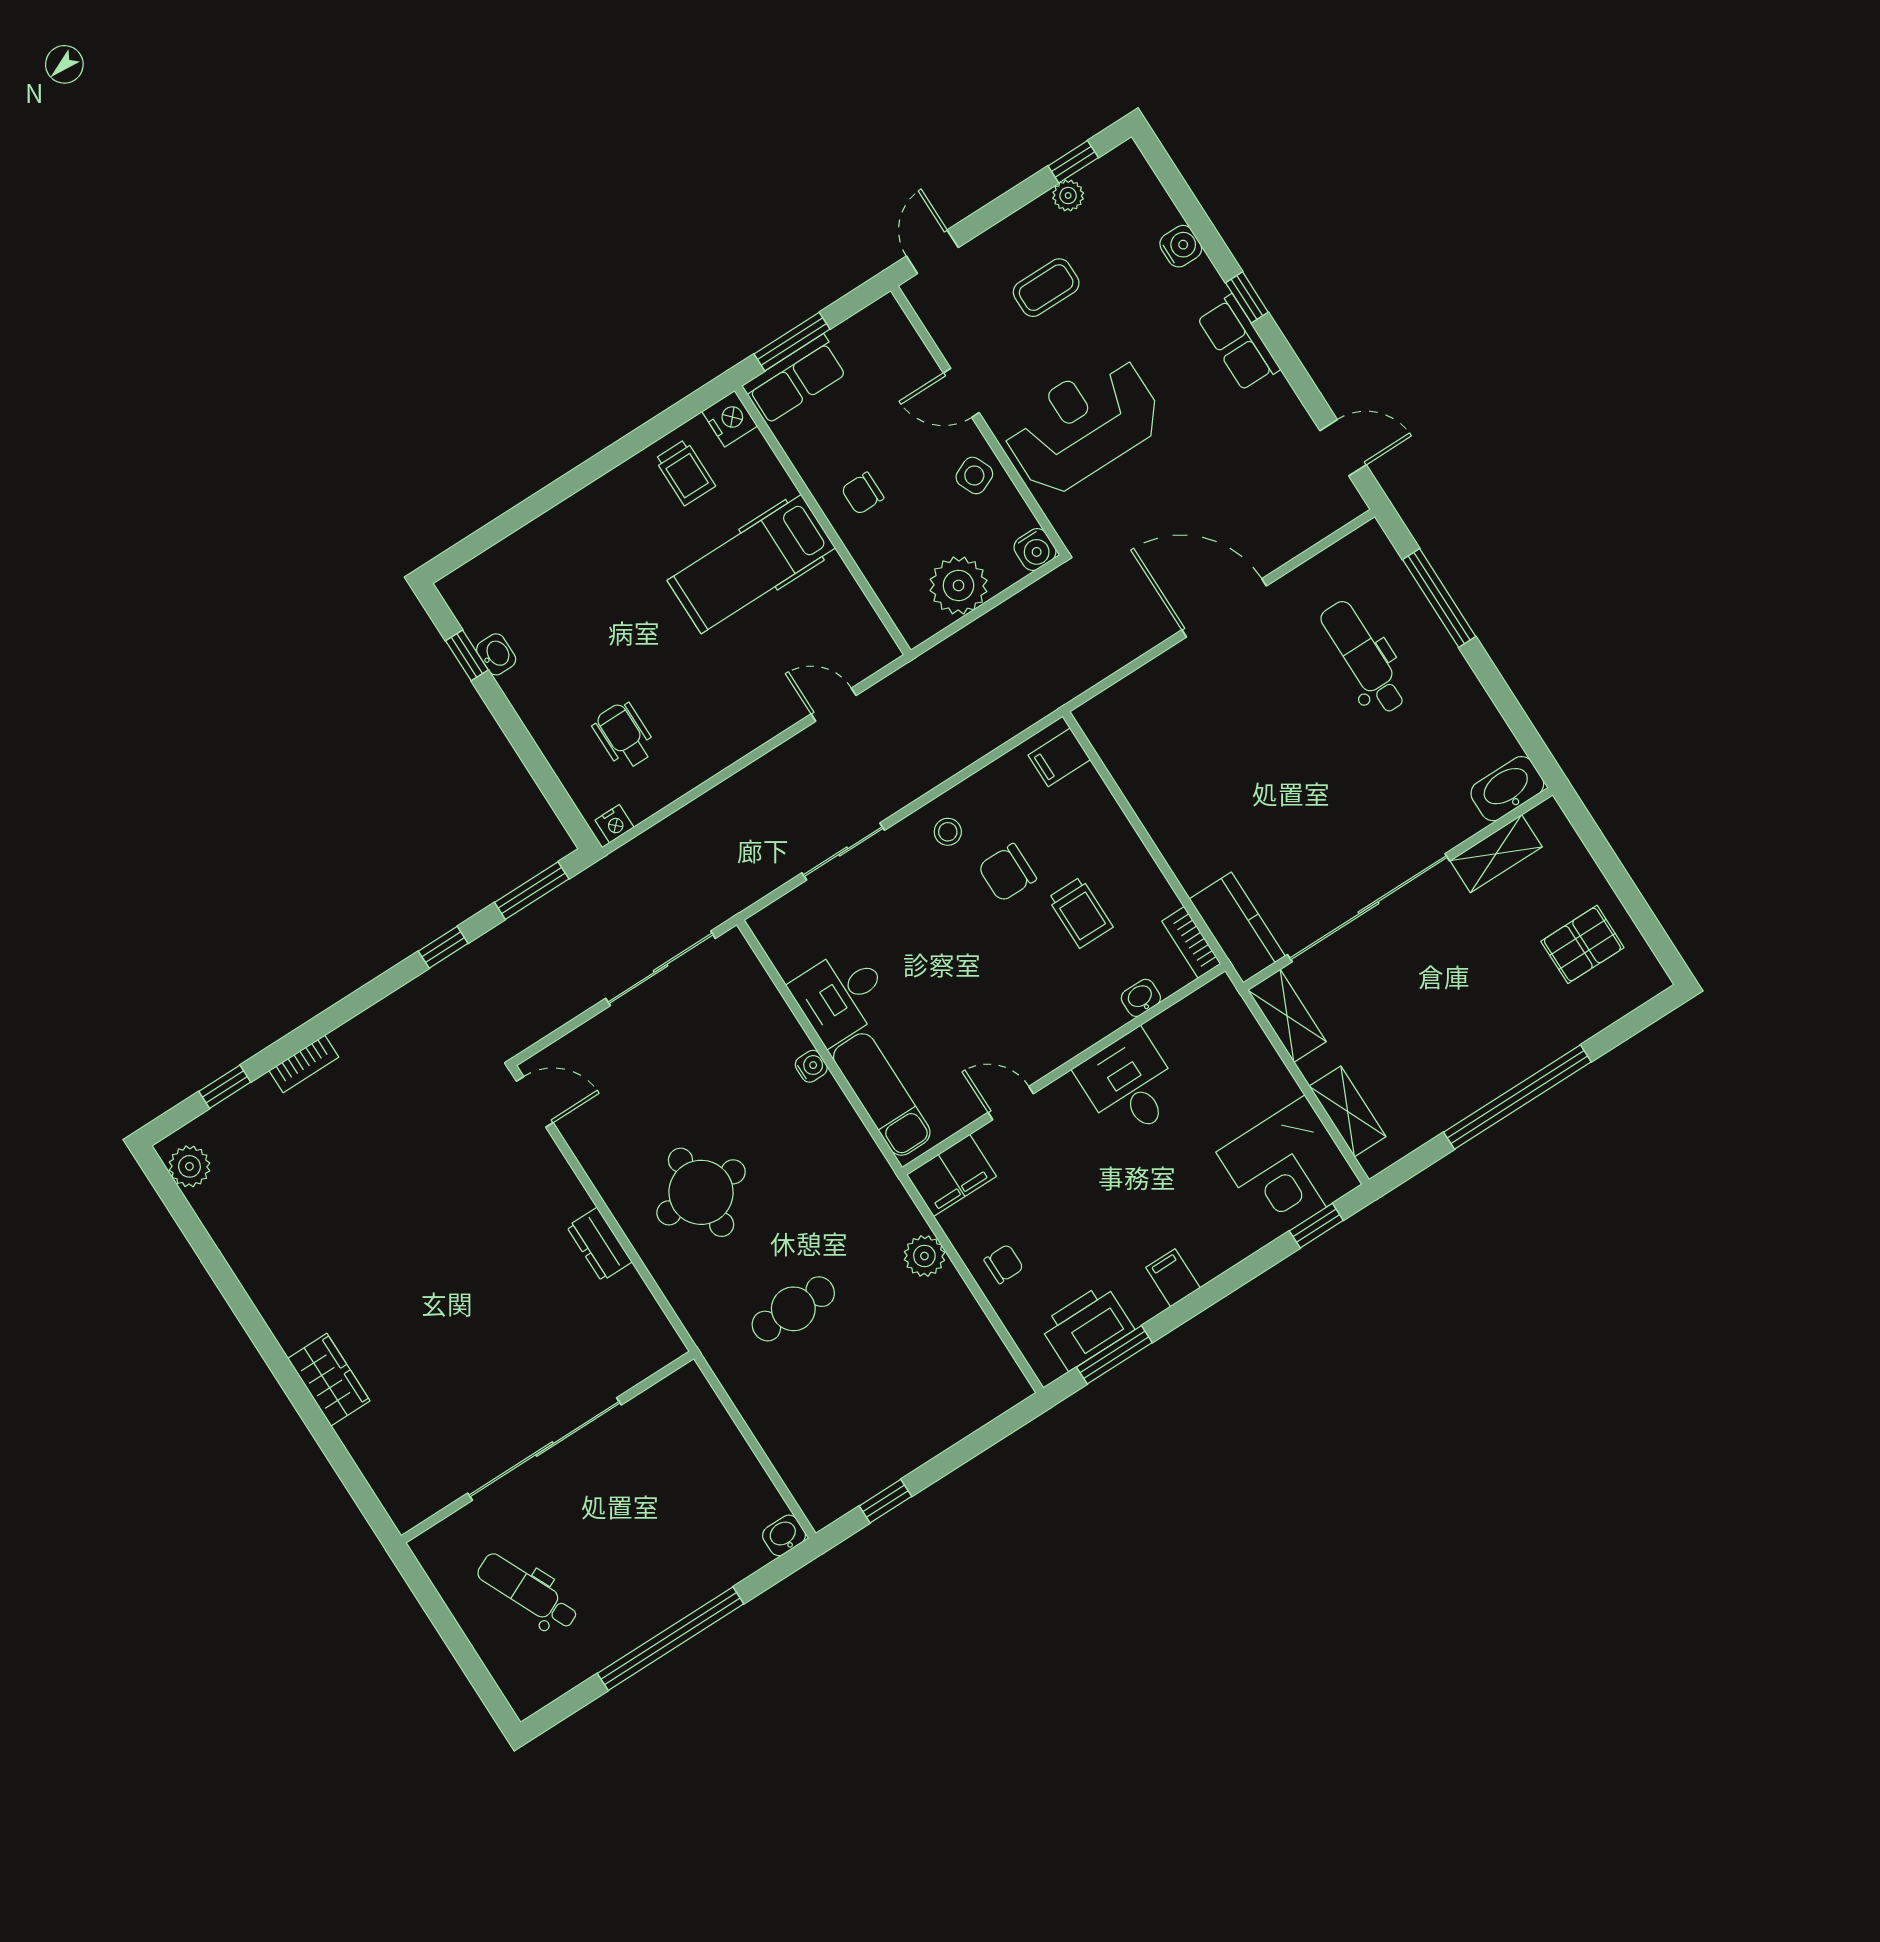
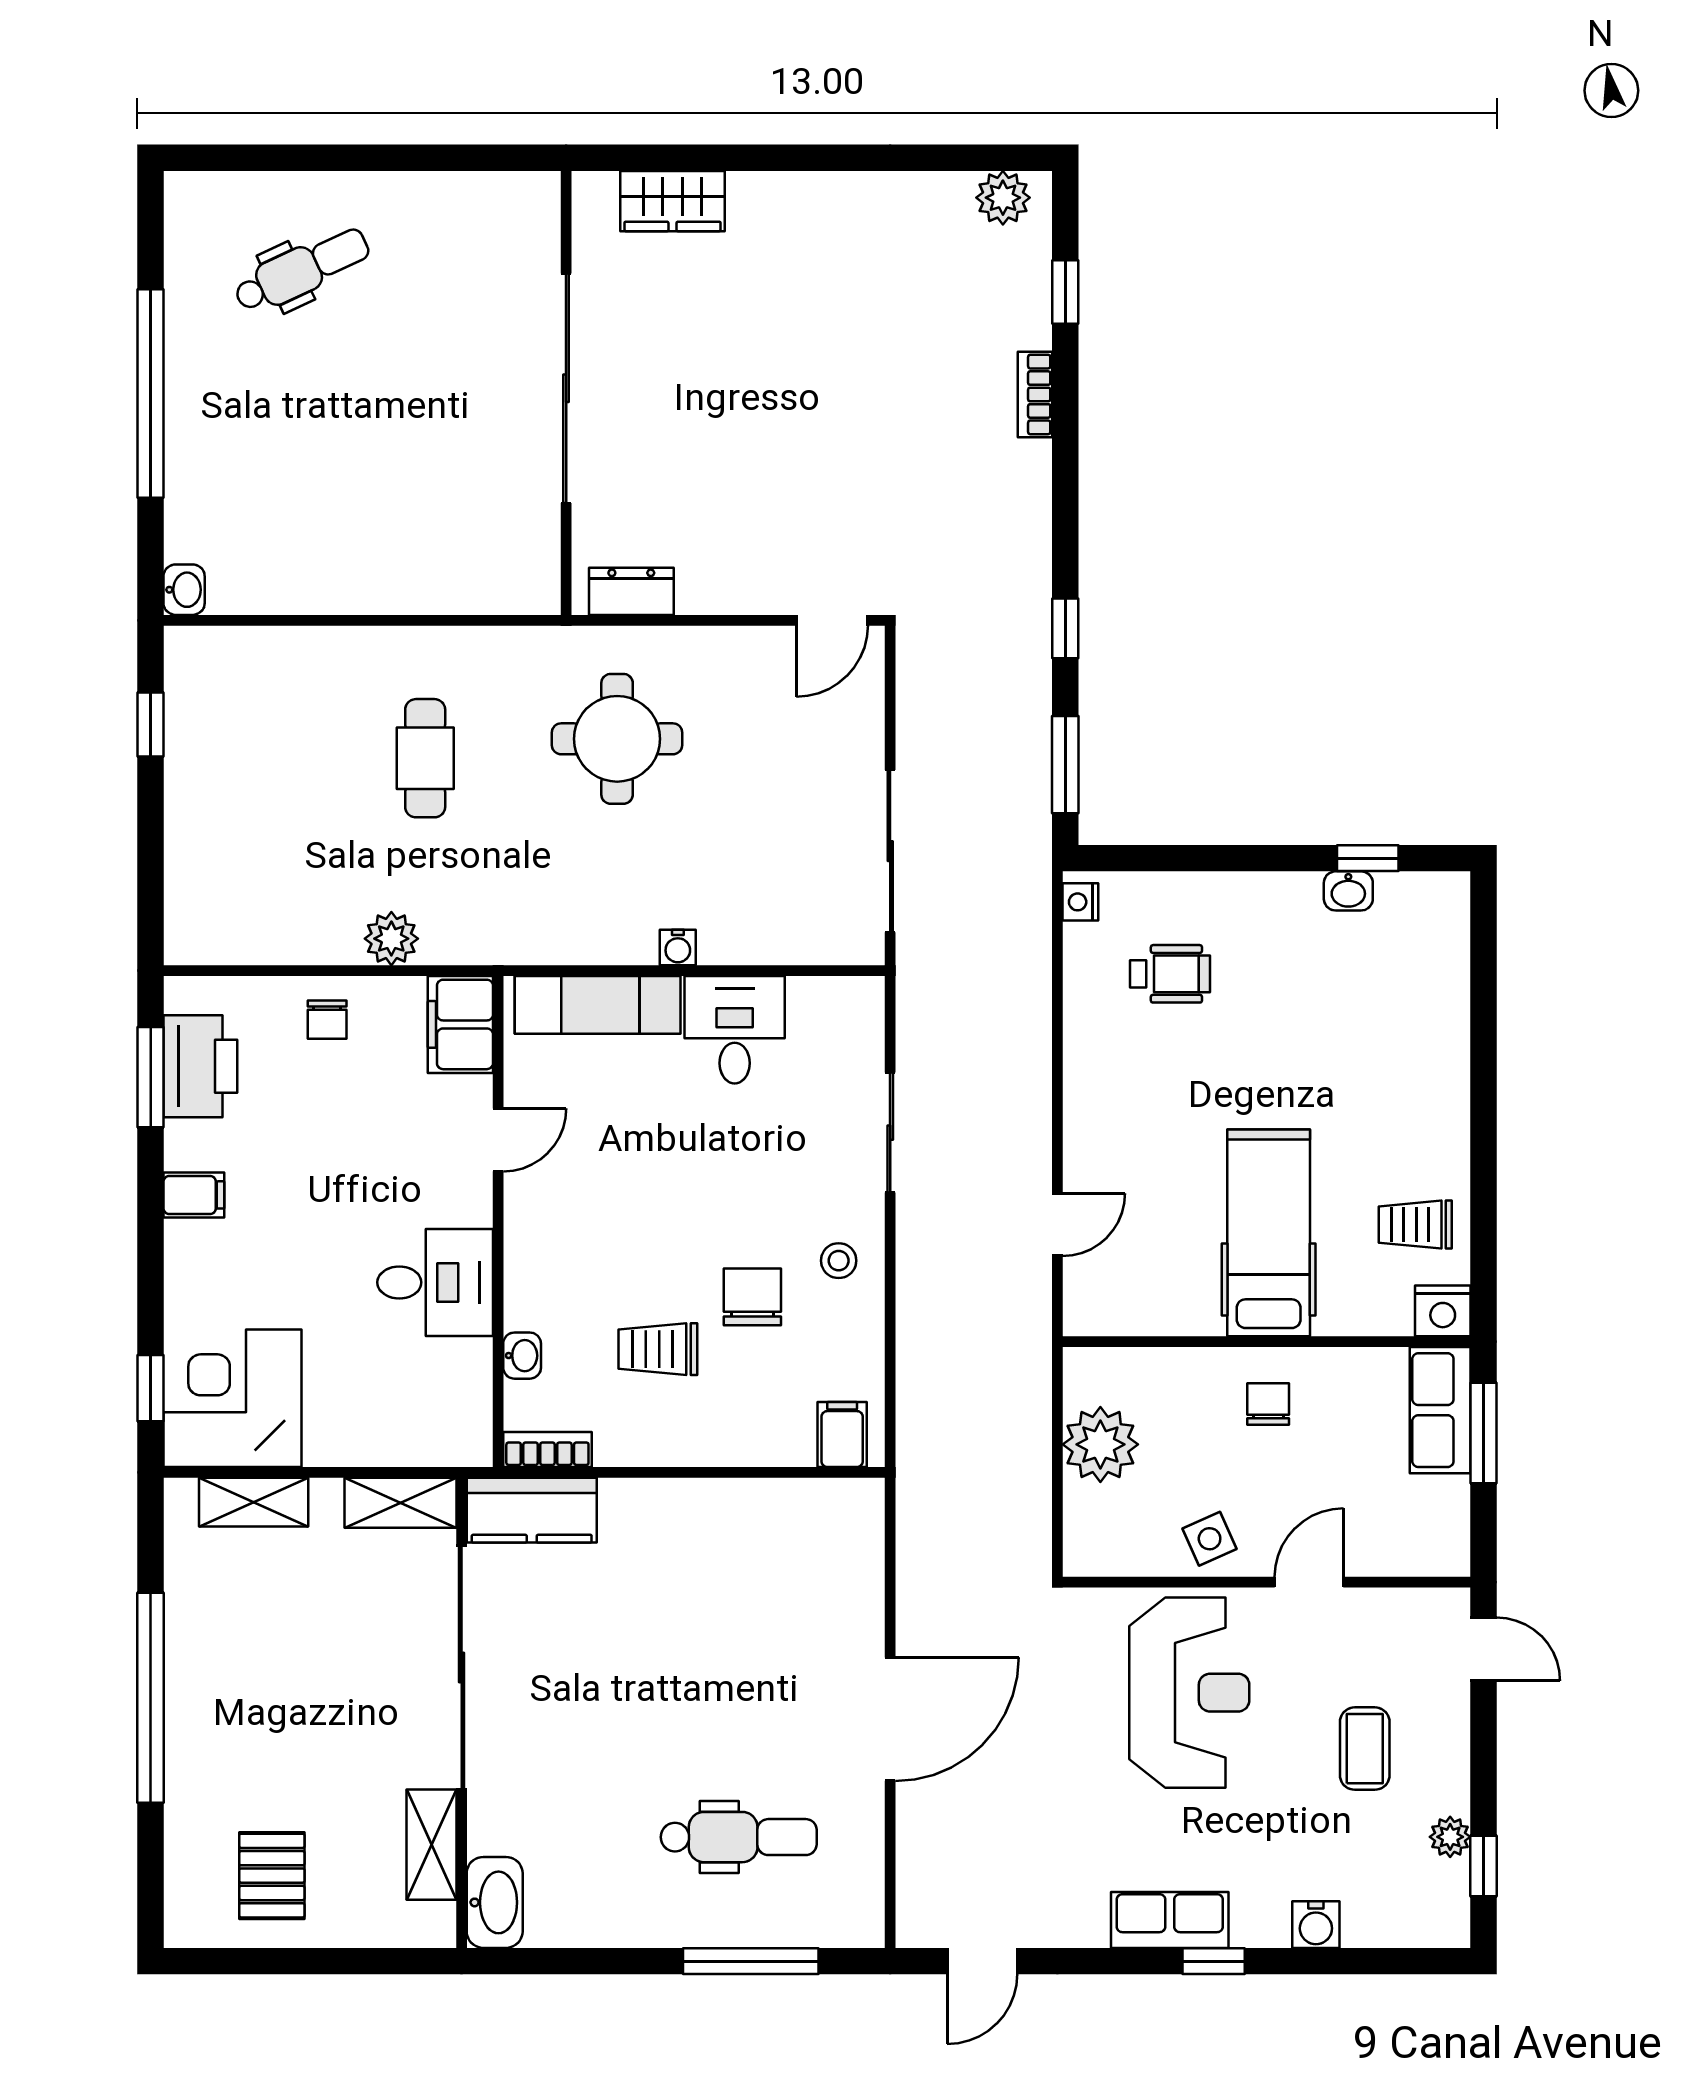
water cooler: (1035, 549) -> (1086, 1553), removed
wall: (548, 1447) -> (566, 393), moved
sliding door: (545, 1449) -> (566, 388), moved

